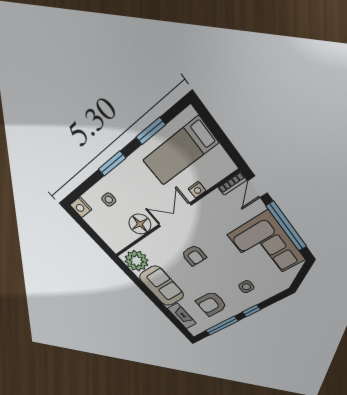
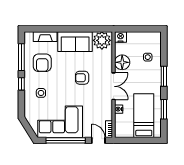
nightstand: (81, 207) -> (121, 37), moved
armchair: (211, 304) -> (42, 63), turned 180

